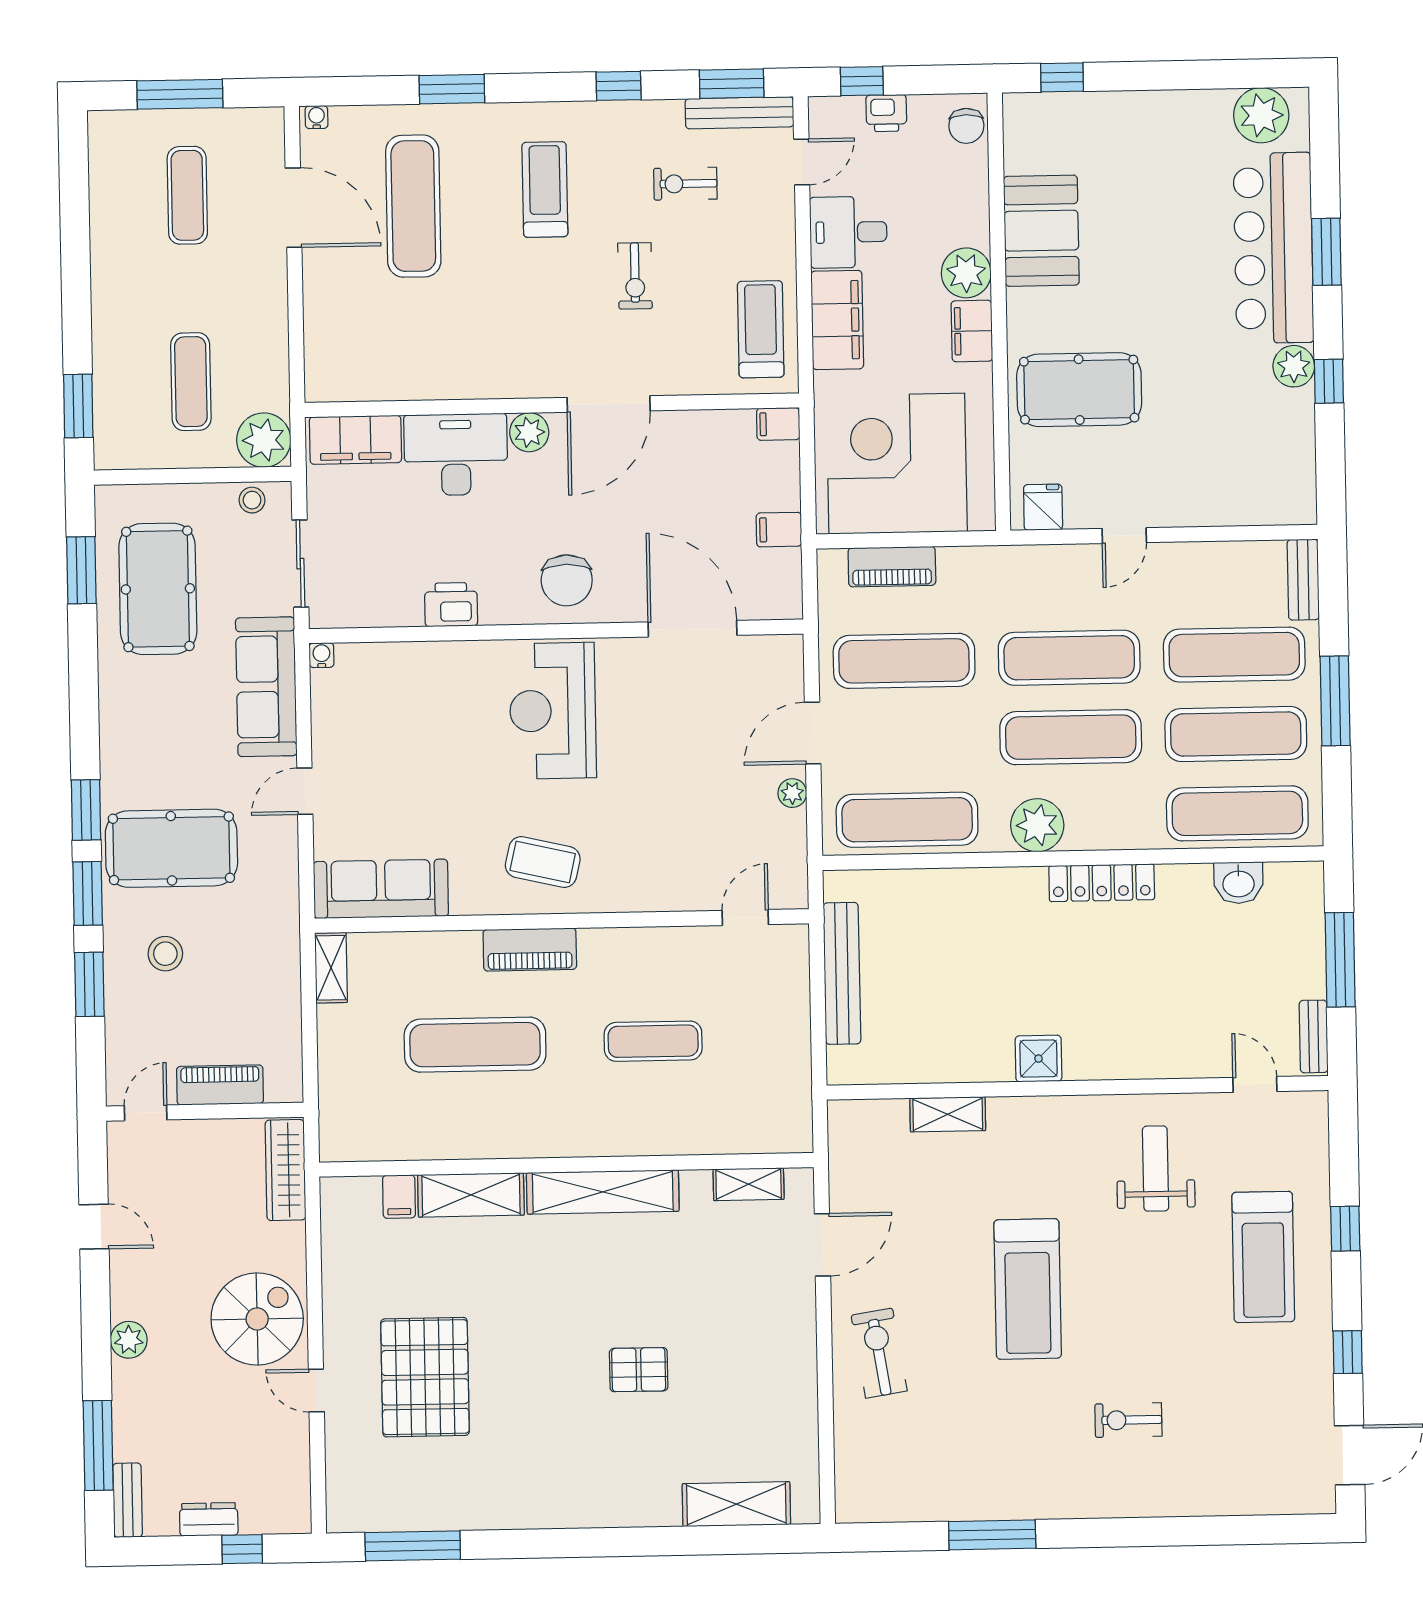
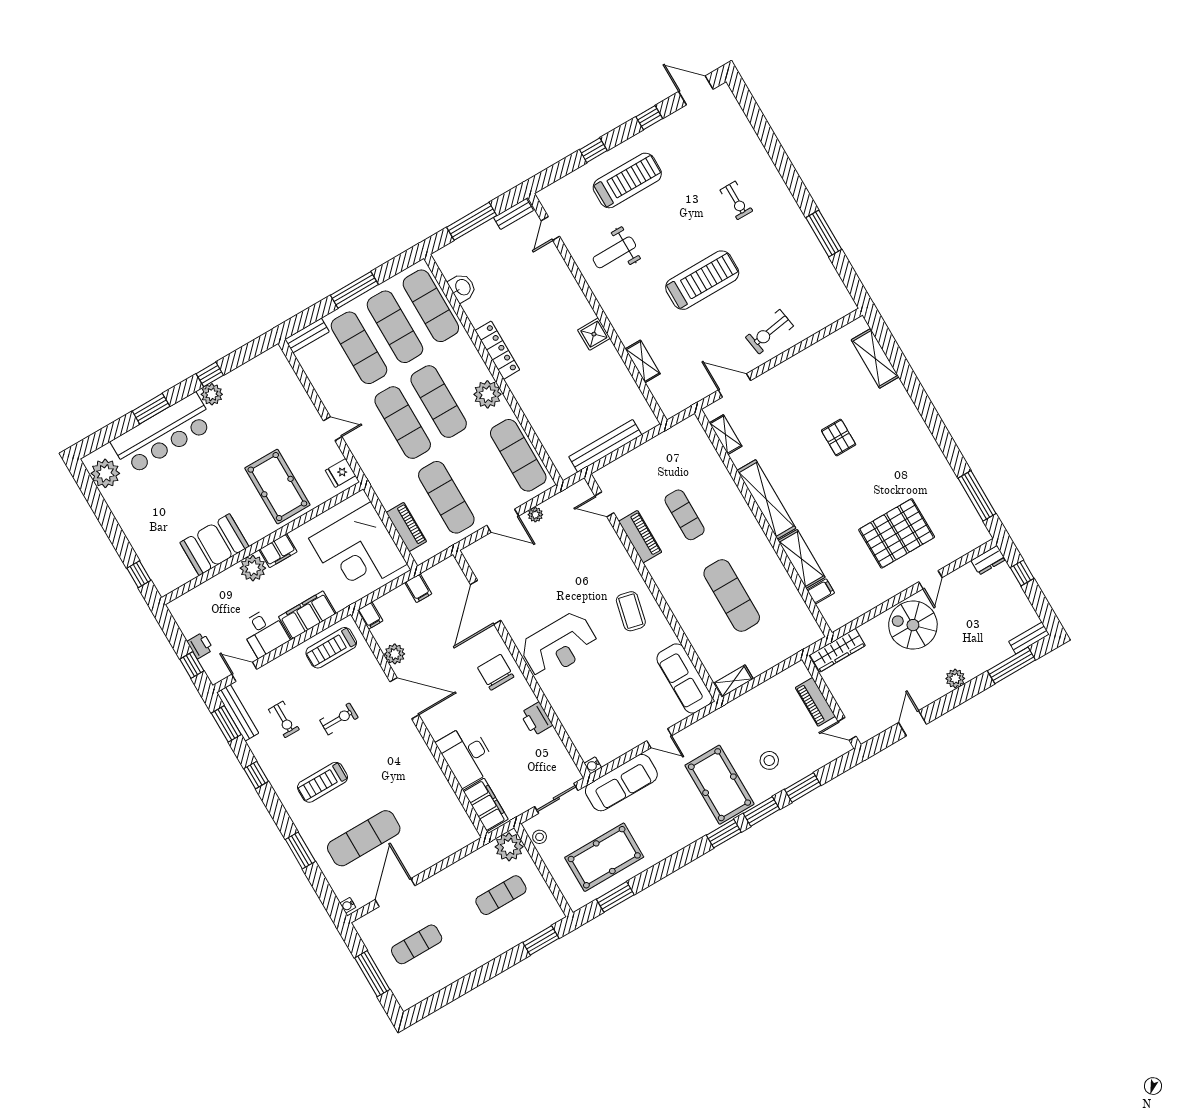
chair: (966, 126) -> (186, 606), removed
plant: (529, 432) -> (395, 654), moved
chair: (567, 580) -> (496, 672), turned -90
piano: (530, 949) -> (640, 537), moved
dresser: (209, 1519) -> (988, 560), moved, turned -90

